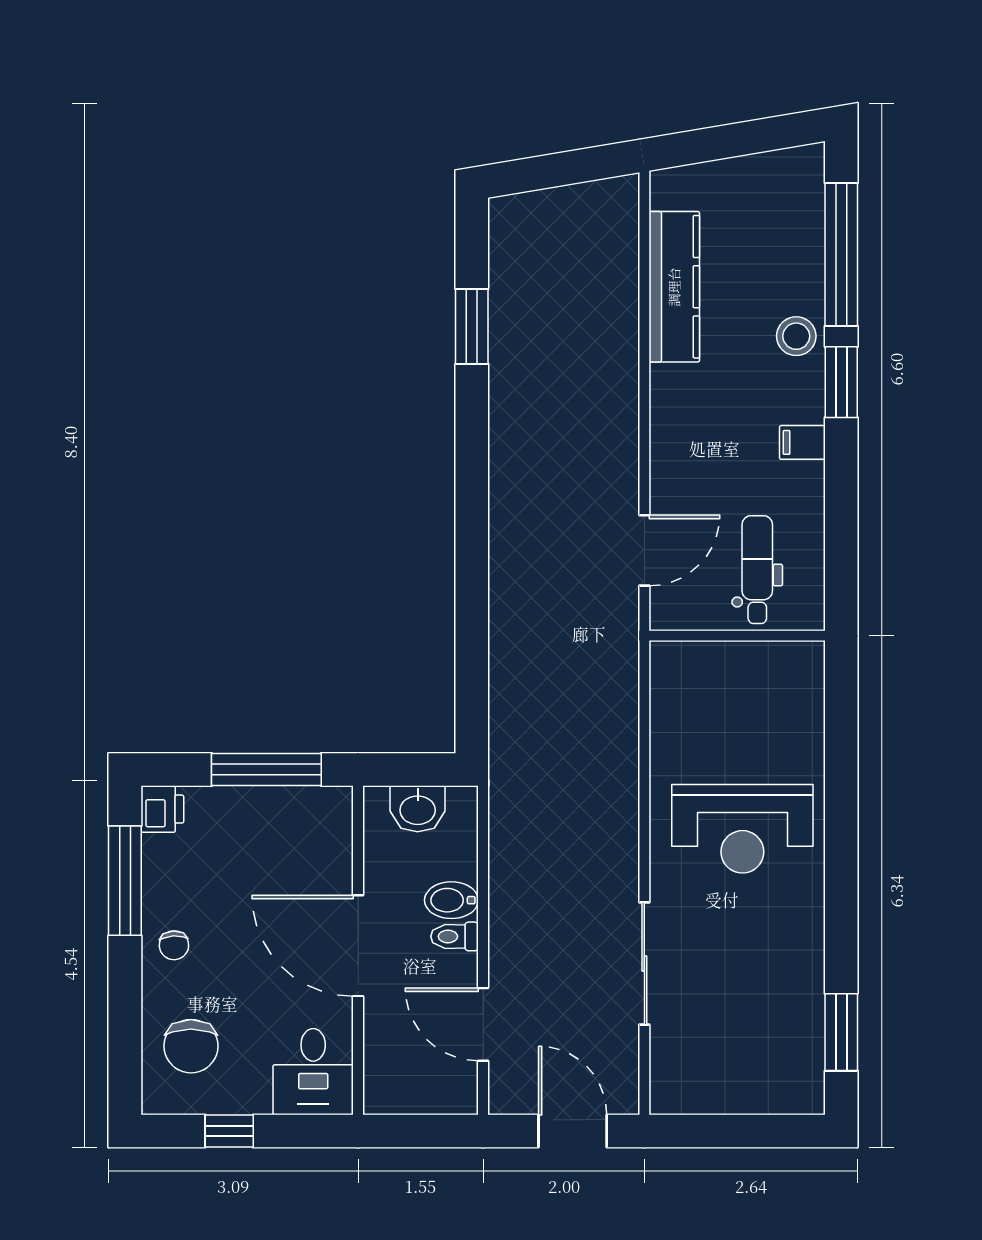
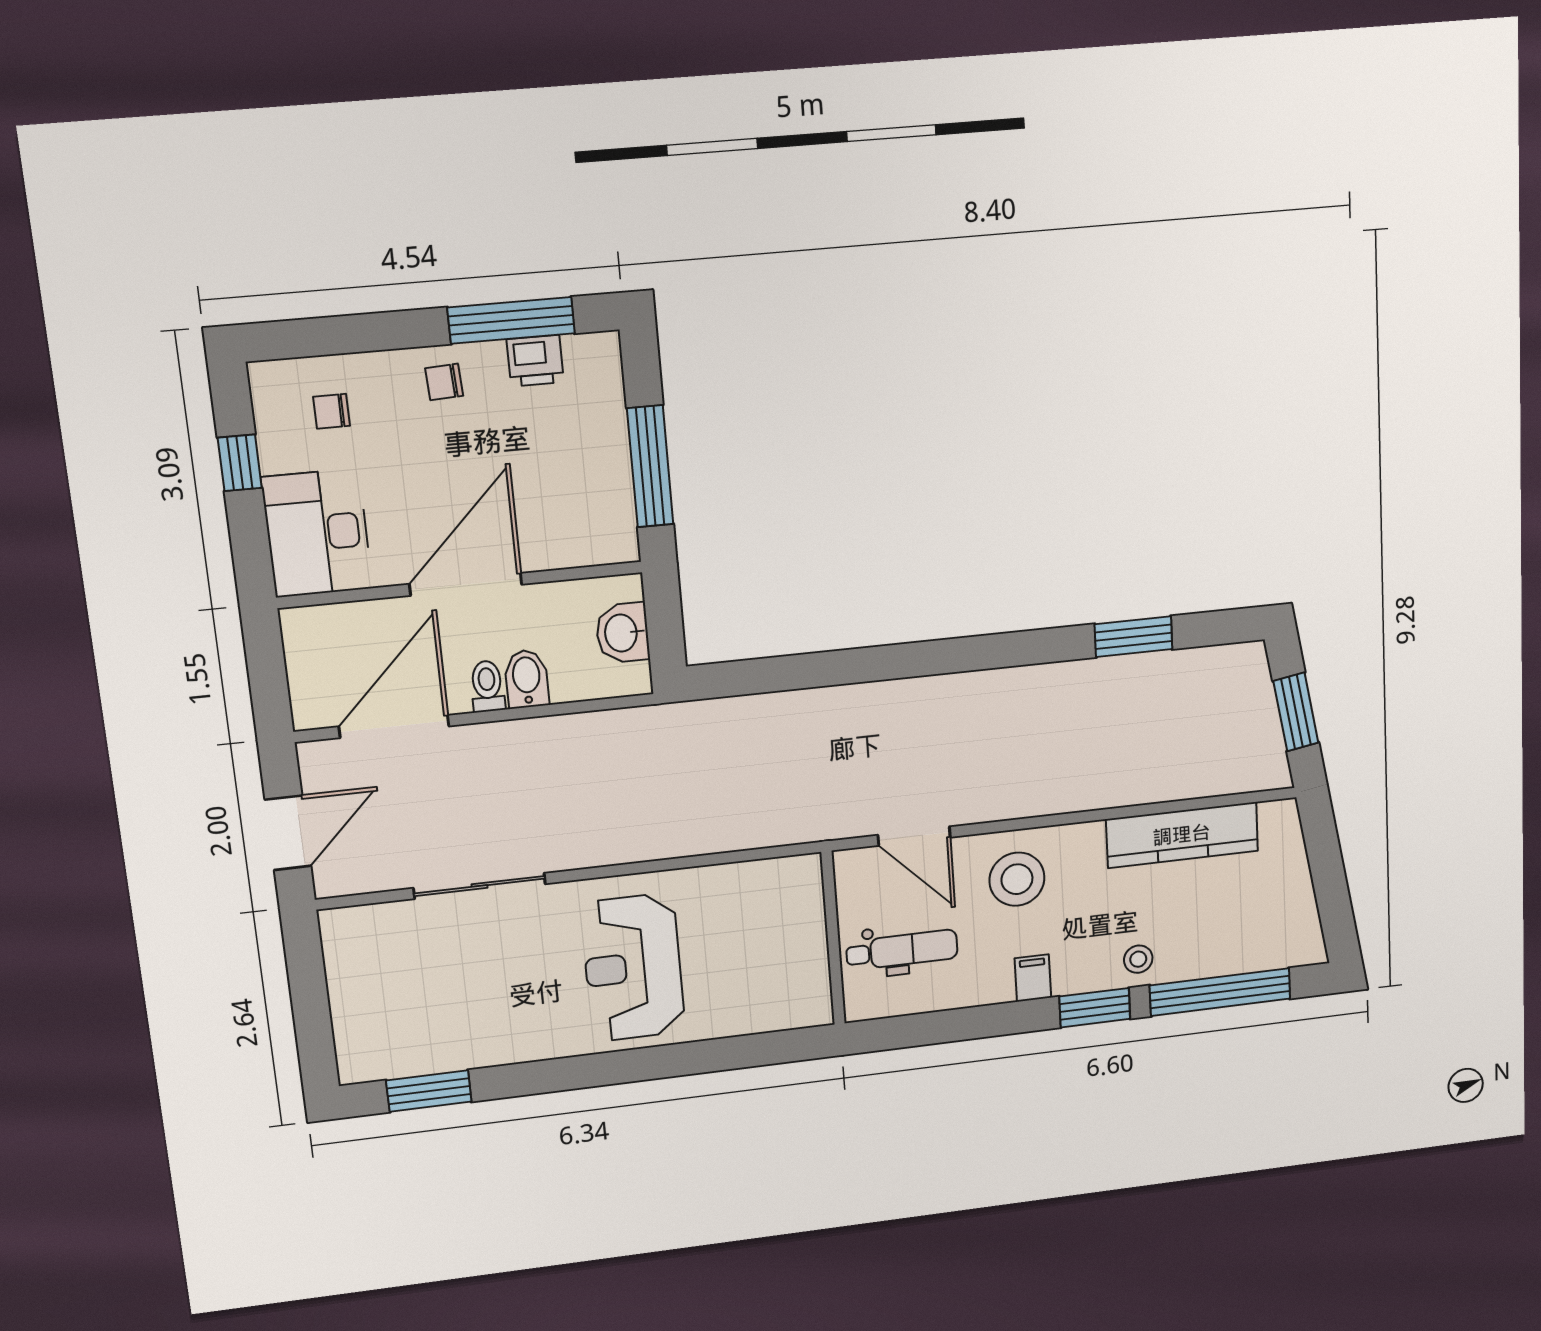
window: (563, 169) -> (1296, 712), added
stool: (796, 336) -> (1138, 959), width x0.73, depth x0.73
stool: (699, 453) -> (1017, 879), added
printer: (162, 809) -> (535, 361), moved
door: (483, 1024) -> (394, 726), width x1.36
chair: (191, 1046) -> (331, 411), width x0.54, depth x0.54
desk: (313, 1072) -> (317, 533), width x1.37

